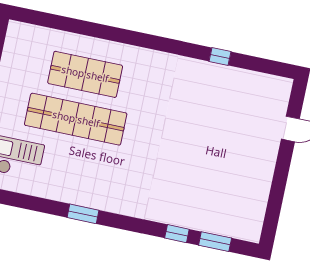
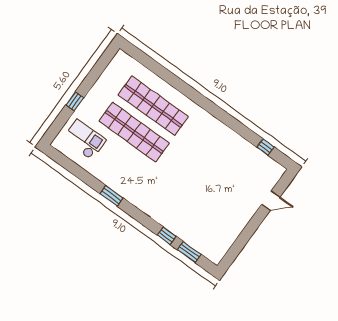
window: (220, 56) -> (265, 147), moved
shop shelf: (85, 74) -> (153, 106), width x1.40

